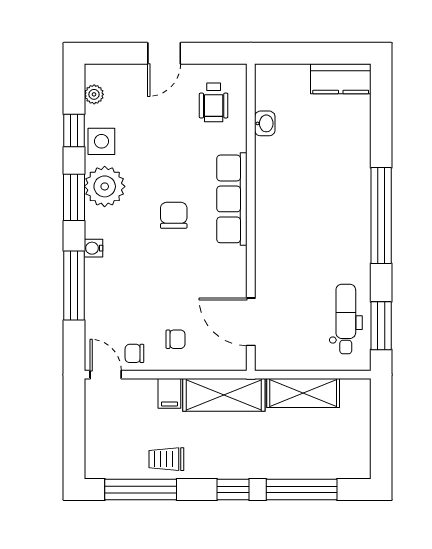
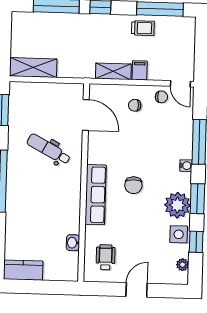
dental chair: (346, 319) -> (49, 149), moved, turned 118
shelving: (303, 393) -> (33, 68), moved
shelving: (224, 395) -> (113, 71), width x0.67, depth x0.75

